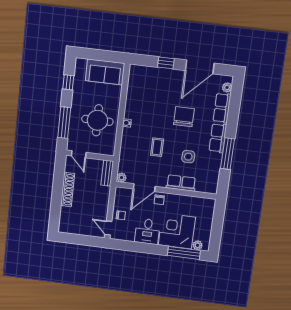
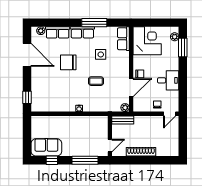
window: (166, 63) -> (27, 97), moved
sofa: (105, 72) -> (46, 147), moved, turned -90
round table: (97, 120) -> (80, 133), removed
row of seats: (181, 183) -> (123, 39), moved
door: (144, 188) -> (131, 88), hinge flipped
corner desk: (177, 231) -> (147, 41), moved, turned 180
window: (184, 253) -> (183, 47), width x0.69

